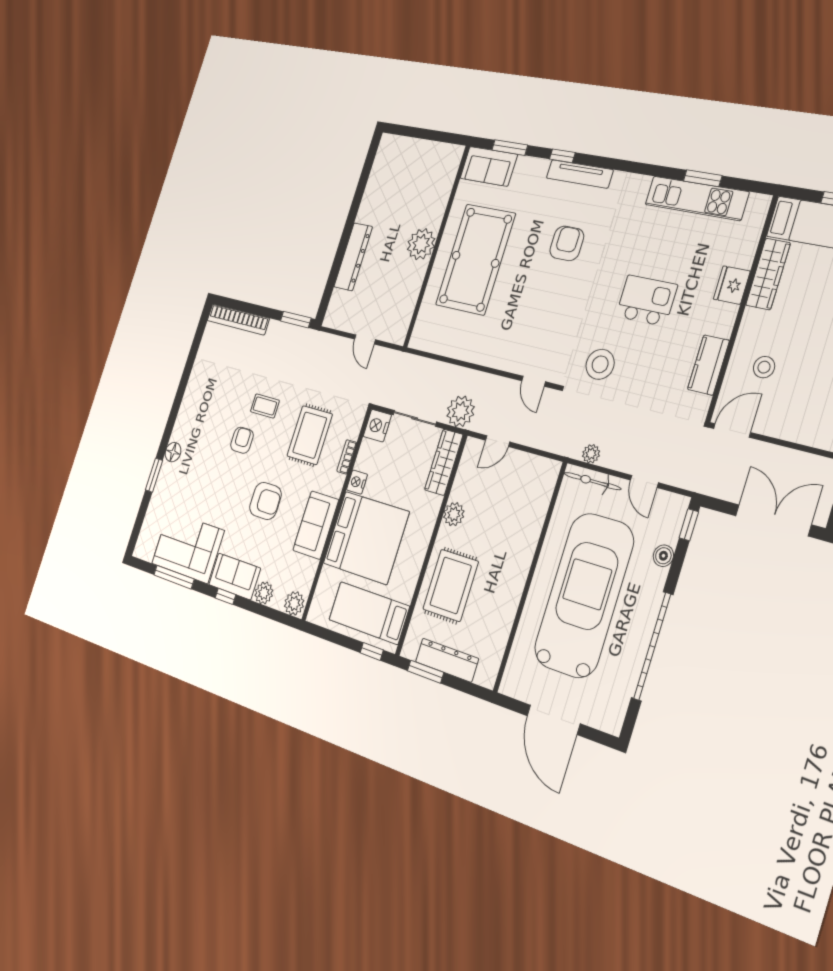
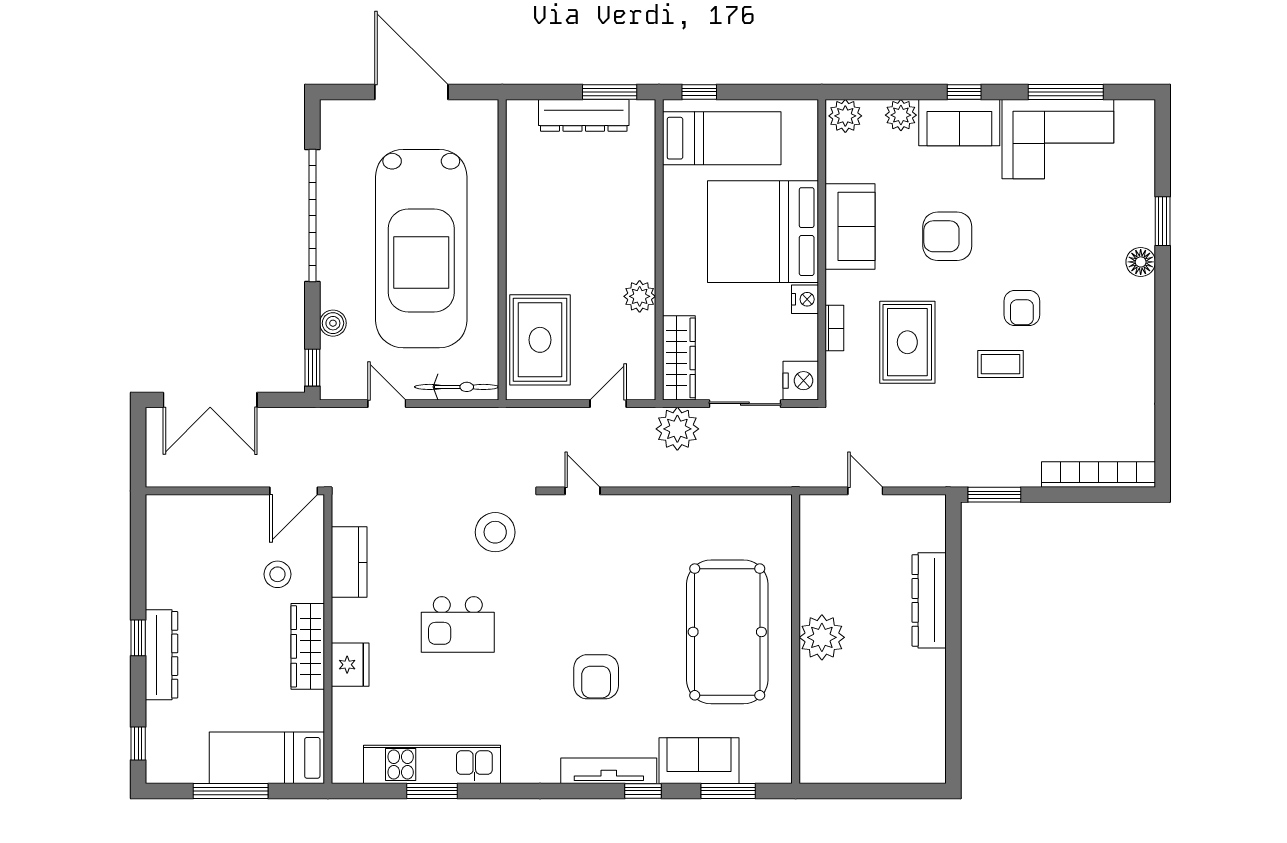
sofa: (489, 166) -> (699, 761), moved
wardrobe: (768, 274) -> (308, 646), moved
plant: (591, 454) -> (470, 420), removed
rug: (451, 585) -> (540, 340), moved

